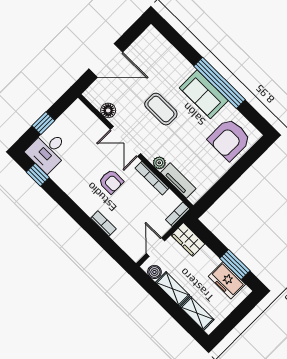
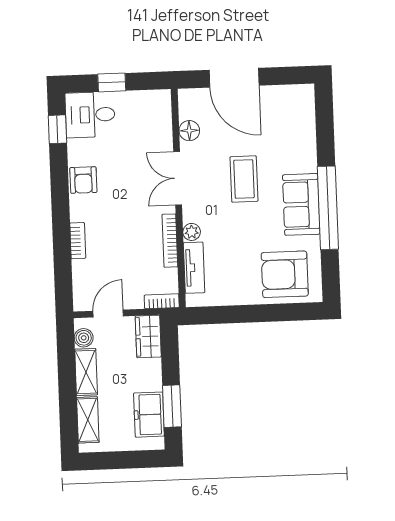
armchair: (111, 182) -> (83, 180), moved

